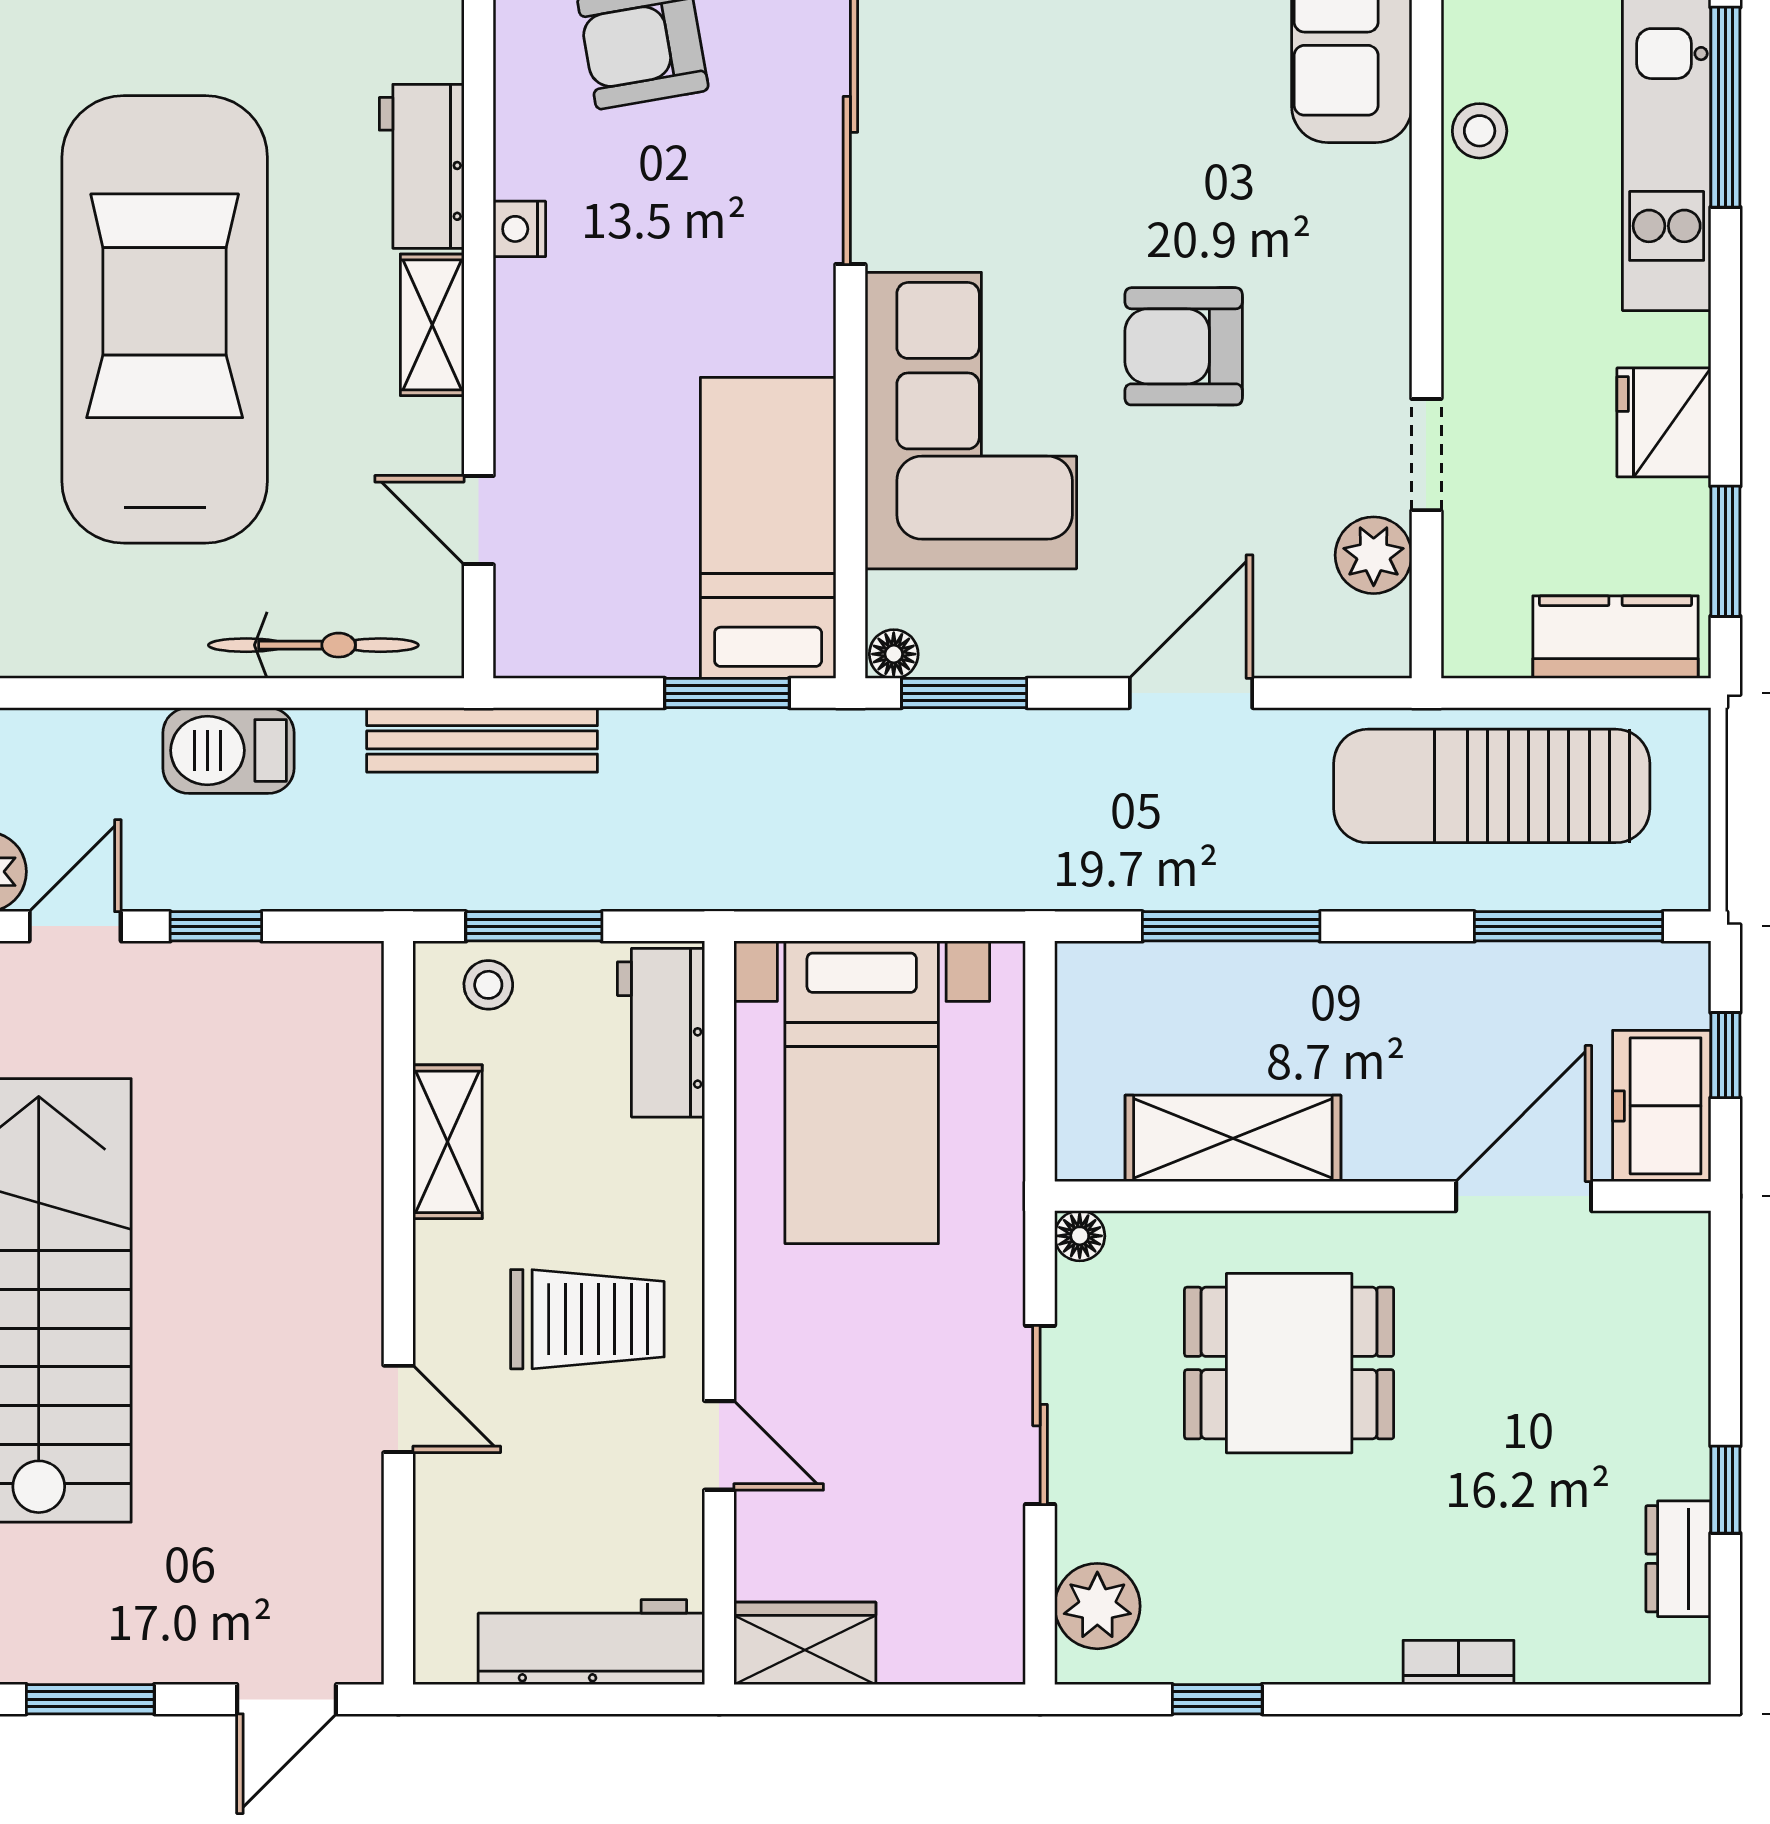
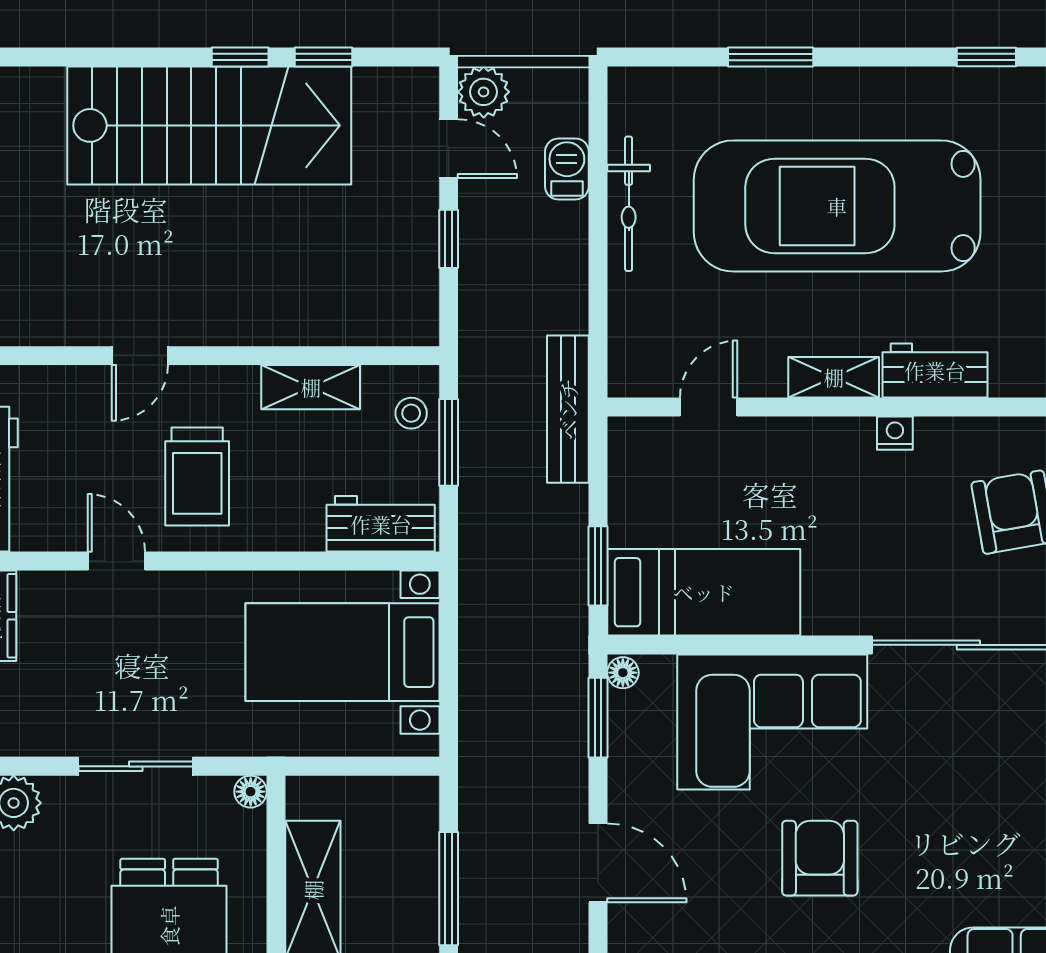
car: (165, 319) -> (837, 206), turned 180
bicycle: (313, 645) -> (629, 204), moved
barbecue: (229, 750) -> (567, 169), moved, width x0.73, depth x0.79
door: (719, 1445) -> (116, 561), swing flipped

